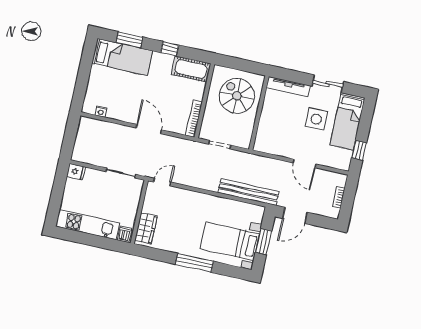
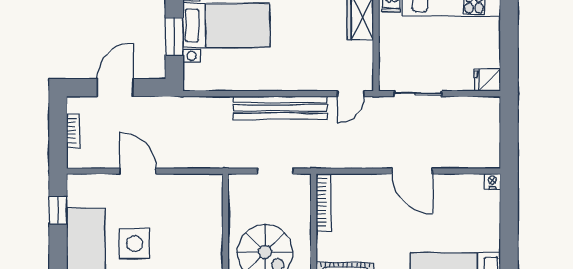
nightstand: (101, 112) -> (492, 181), moved
door: (149, 129) -> (412, 171), moved
bench: (249, 192) -> (280, 108), moved
door: (295, 215) -> (115, 88), moved

